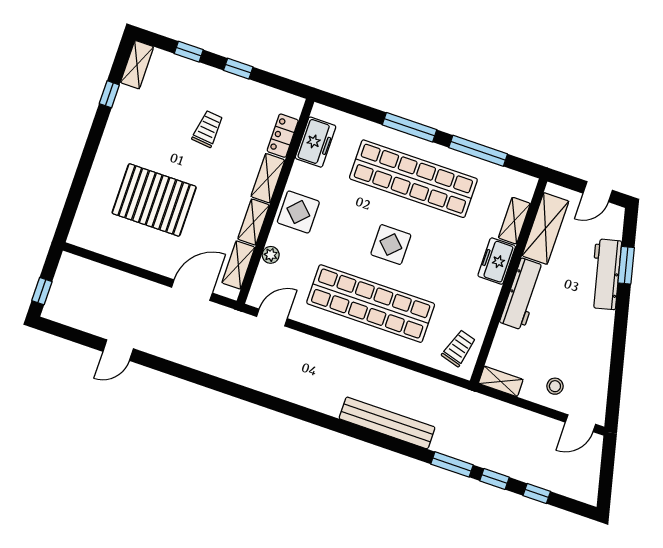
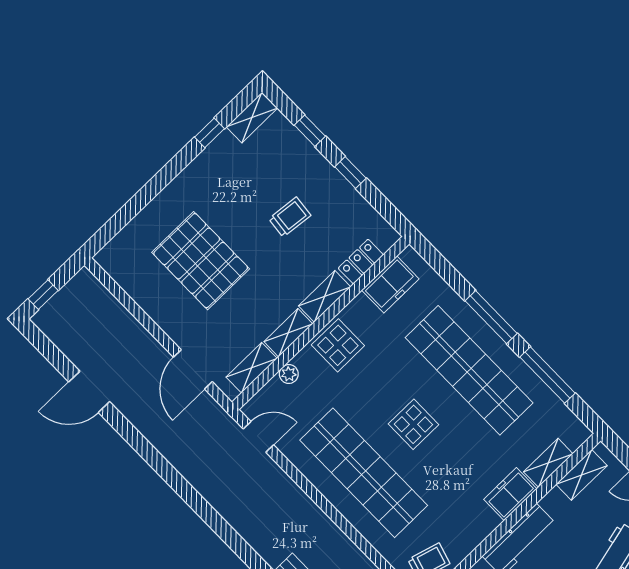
shelving: (545, 228) -> (582, 475), width x0.67, depth x0.75
door: (192, 290) -> (193, 369), swing flipped
door: (118, 350) -> (89, 392), width x1.38

